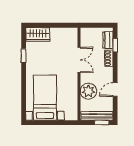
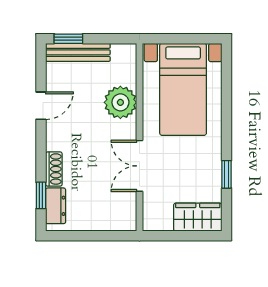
double door: (79, 60) -> (139, 166), moved
wall: (79, 74) -> (139, 137), moved
plant: (88, 91) -> (120, 102), moved

